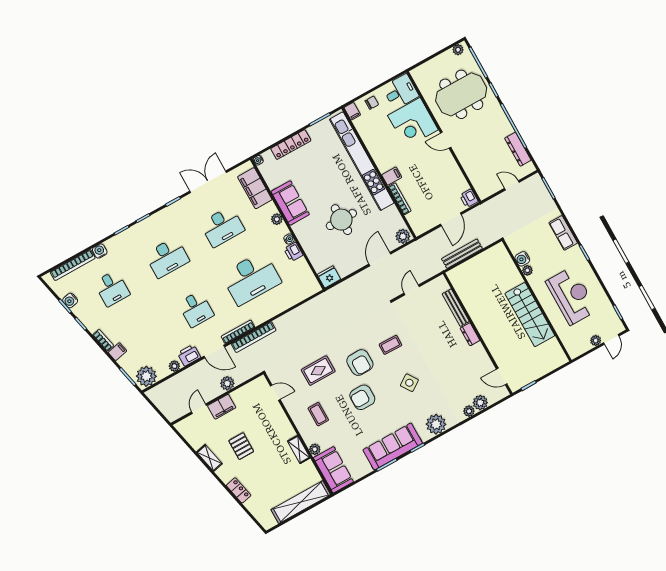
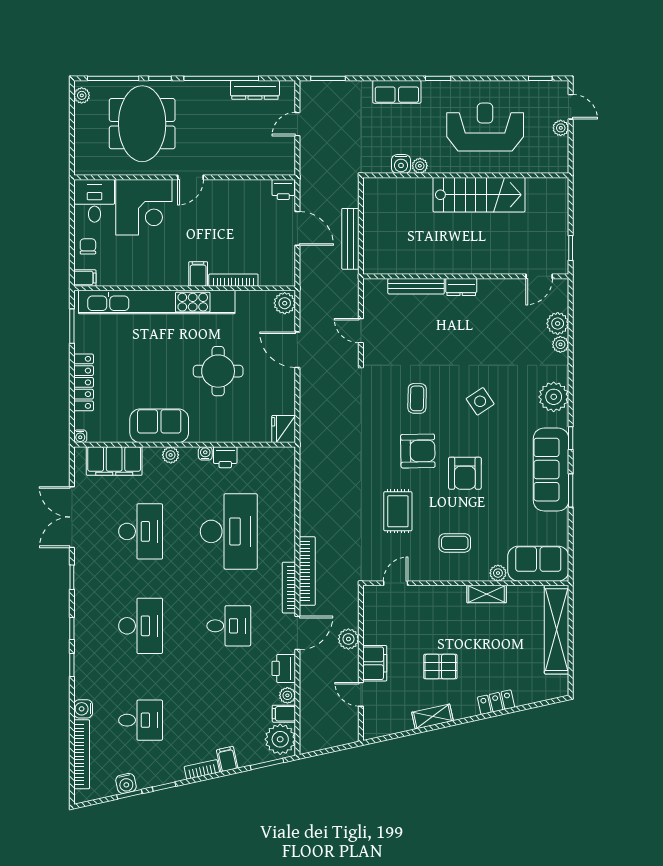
filing cabinet: (163, 370) -> (284, 714), added

